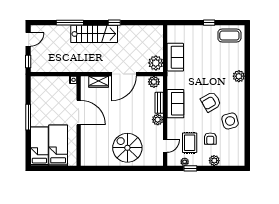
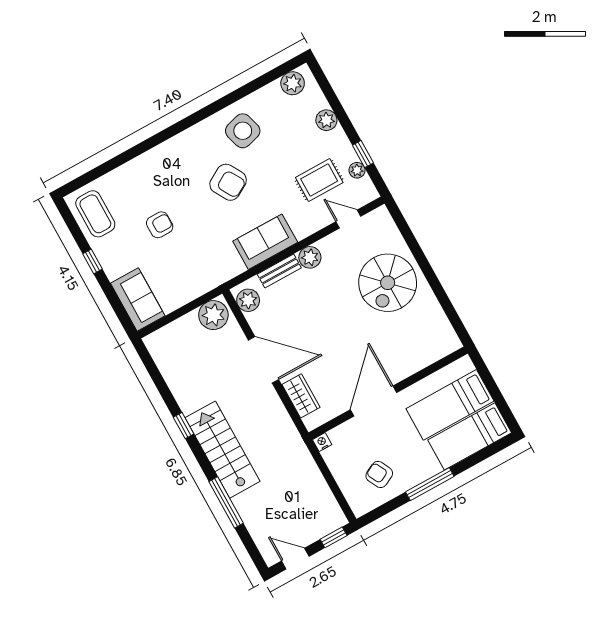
sofa: (175, 57) -> (138, 300), moved, turned 90
plant: (239, 76) -> (293, 83), moved
armchair: (45, 97) -> (379, 474), added
armchair: (210, 139) -> (160, 225), moved

